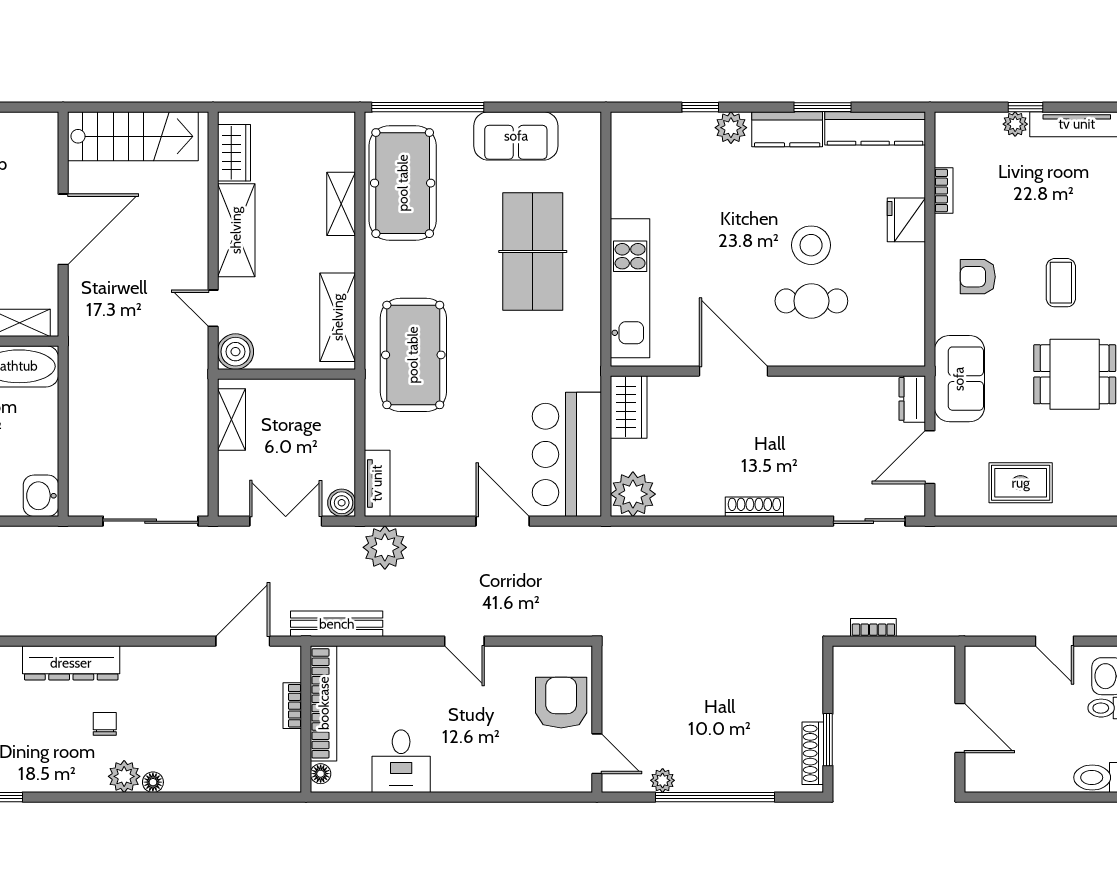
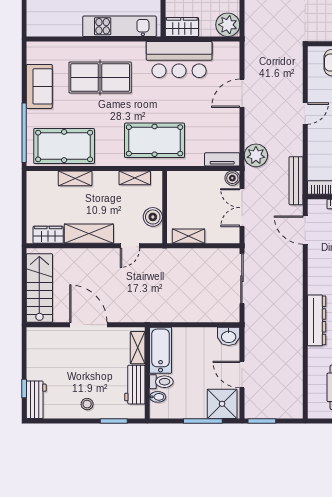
shelving: (338, 317) -> (135, 178), width x0.67, depth x0.75
boiler: (235, 352) -> (153, 217), moved
bar counter: (567, 454) -> (179, 60), moved

